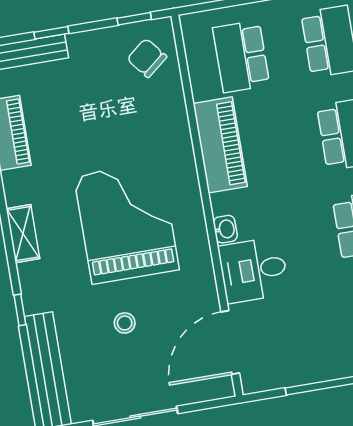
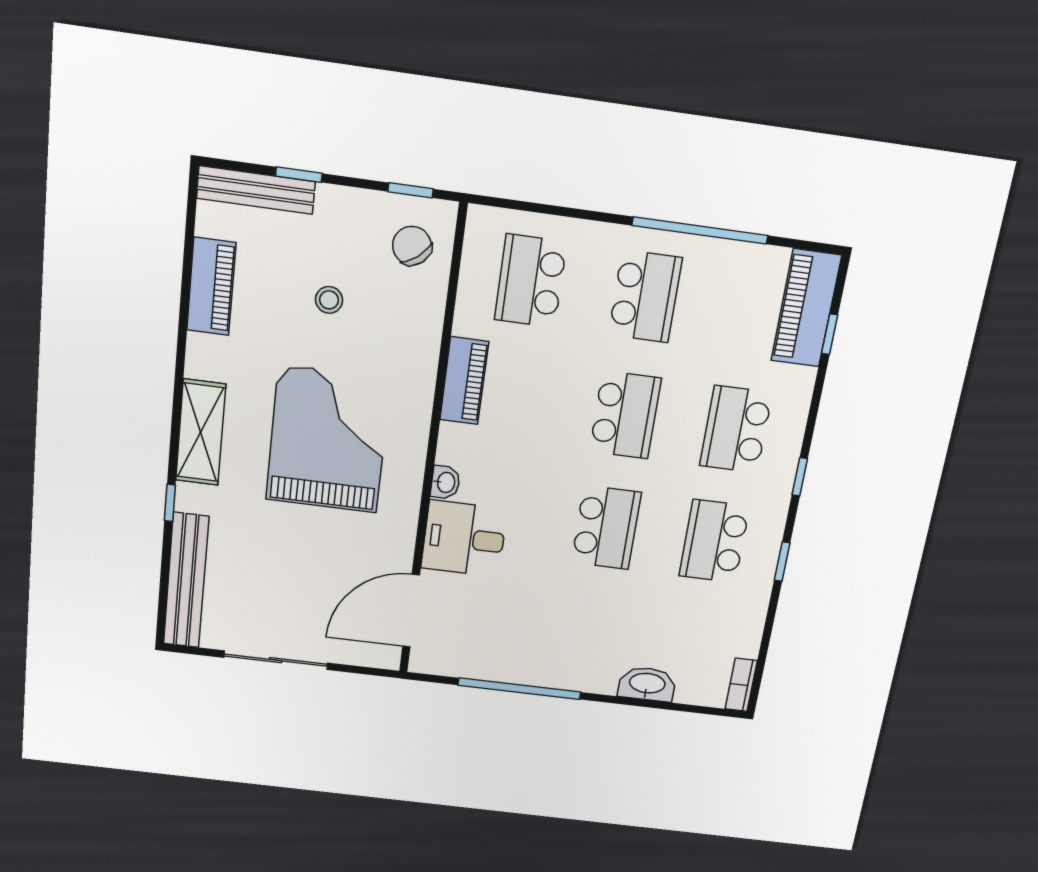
piano: (220, 145) -> (464, 381), width x0.73, depth x0.75
shelving: (23, 234) -> (201, 432), width x1.50, depth x1.33
stool: (125, 323) -> (329, 300), moved

